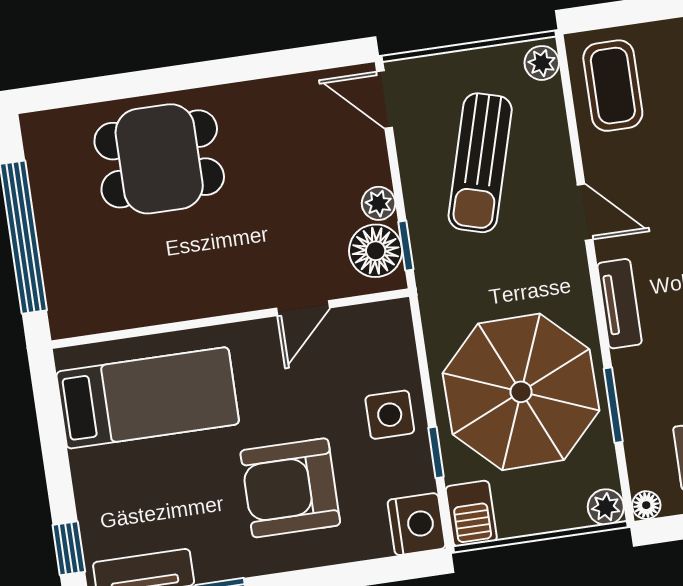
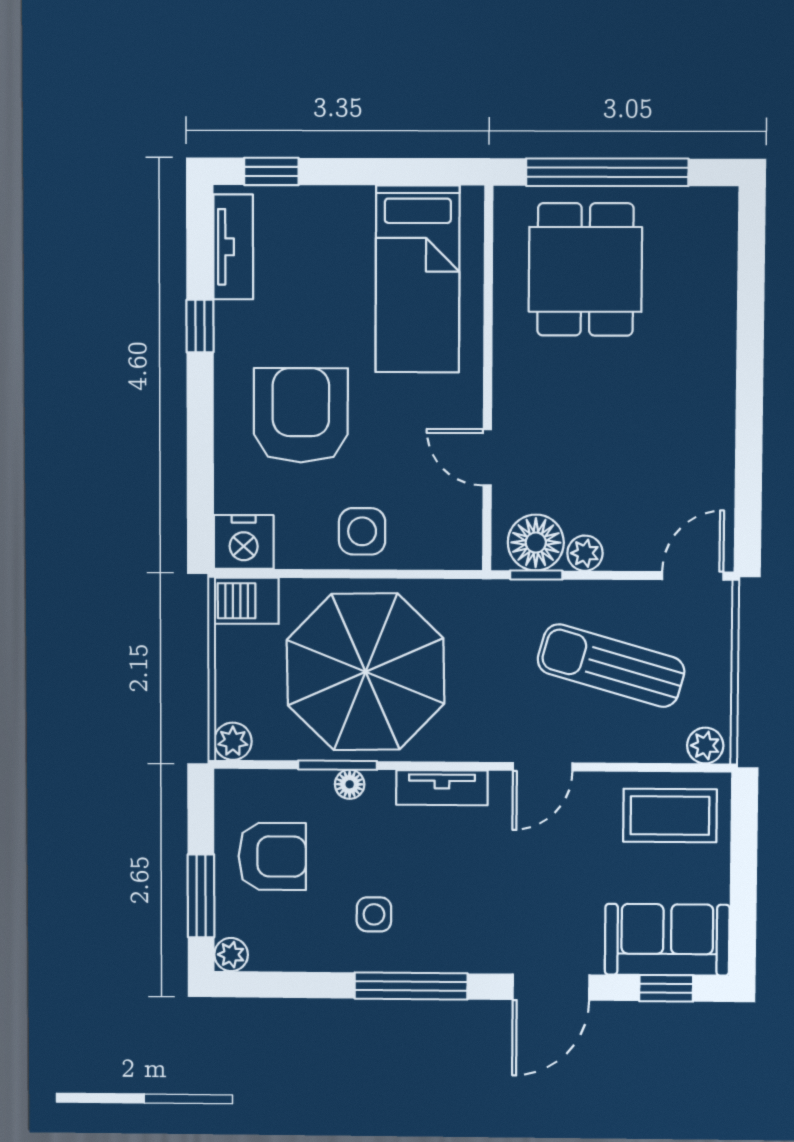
dining table: (159, 159) -> (585, 269), moved
window: (436, 452) -> (316, 574), removed
floor lamp: (646, 505) -> (350, 784), moved

